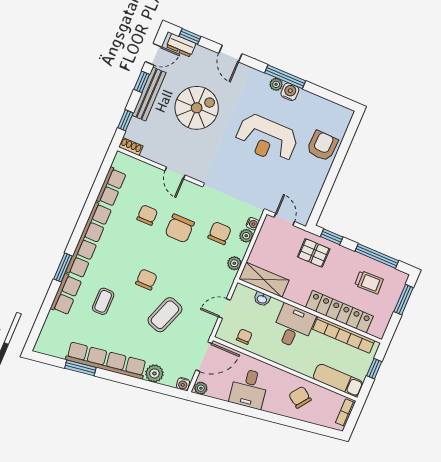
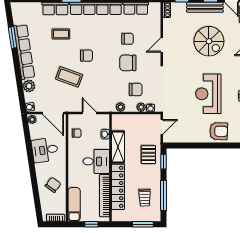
shelving: (264, 280) -> (118, 147), moved

